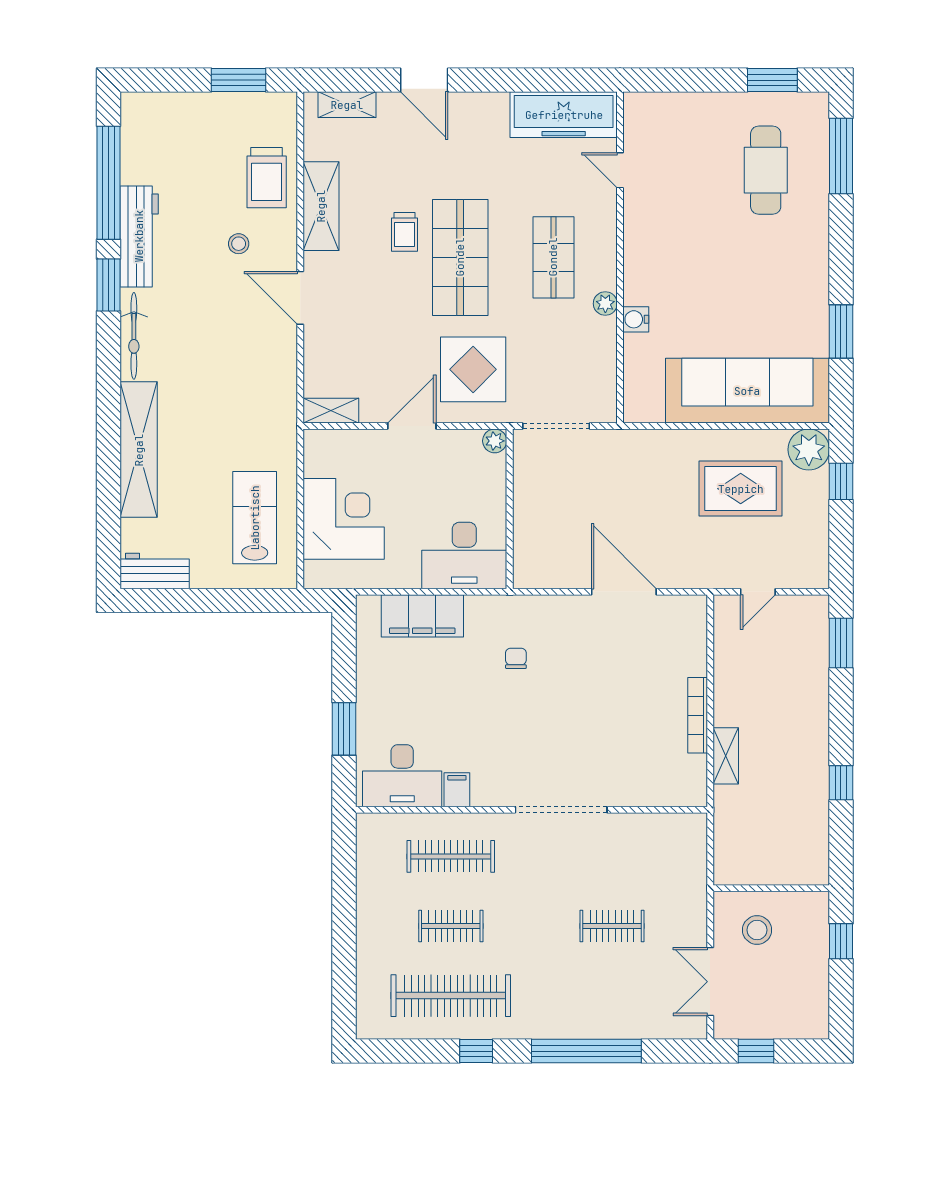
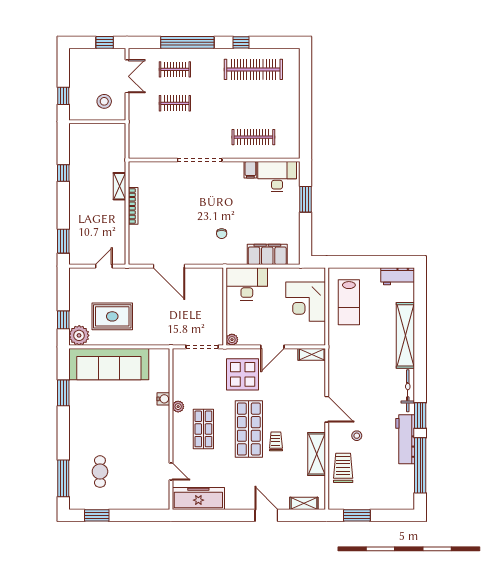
cafe table: (766, 170) -> (100, 472), width x0.73, depth x0.74
clothes rail: (451, 926) -> (175, 69), moved

